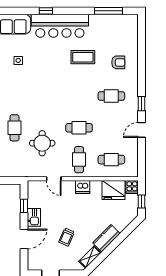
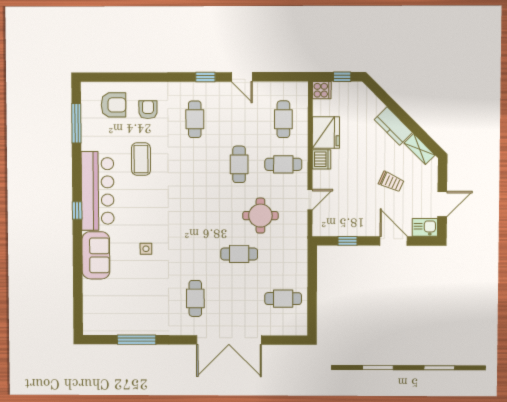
armchair: (122, 38) -> (114, 105), added
fridge: (114, 190) -> (326, 132), moved
kitchen sink: (34, 217) -> (425, 227), moved

